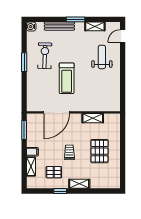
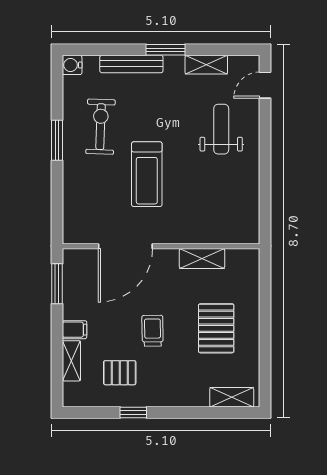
shelving: (79, 184) -> (232, 397), moved

